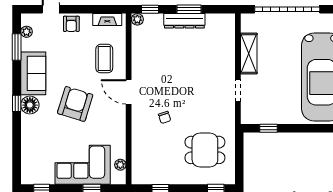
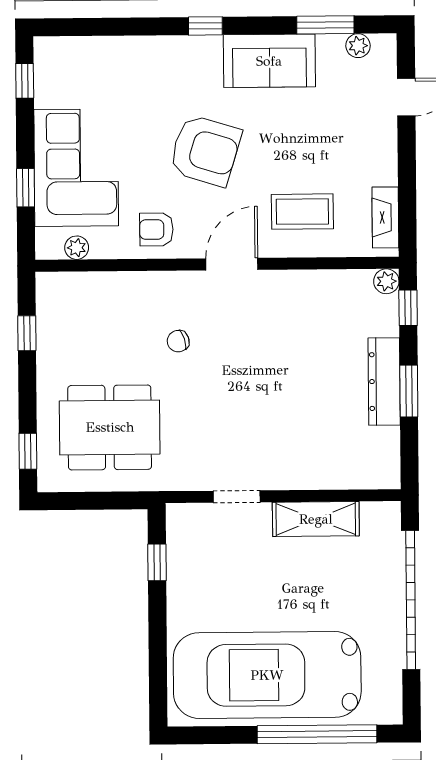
armchair: (71, 24) -> (156, 229), moved
floor lamp: (30, 105) -> (202, 54), removed
dining table: (205, 150) -> (110, 427), width x1.38

